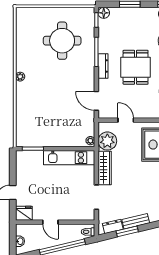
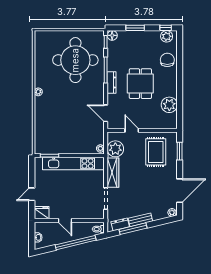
round table: (62, 41) -> (75, 60), width x1.36, depth x1.36
kitchen unit: (69, 158) -> (73, 164), width x1.36
window: (127, 231) -> (133, 229), width x1.44

